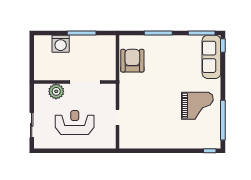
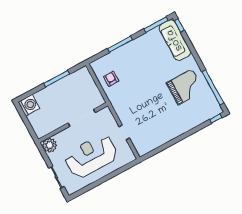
washing machine: (61, 44) -> (29, 105), moved, turned -90
armchair: (132, 61) -> (111, 79), width x0.53, depth x0.53
plant: (56, 91) -> (50, 145), moved
reception desk: (75, 123) -> (91, 156), width x1.36, depth x1.30

